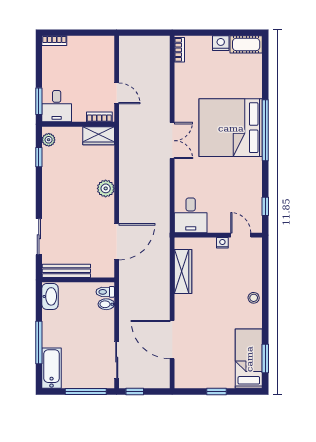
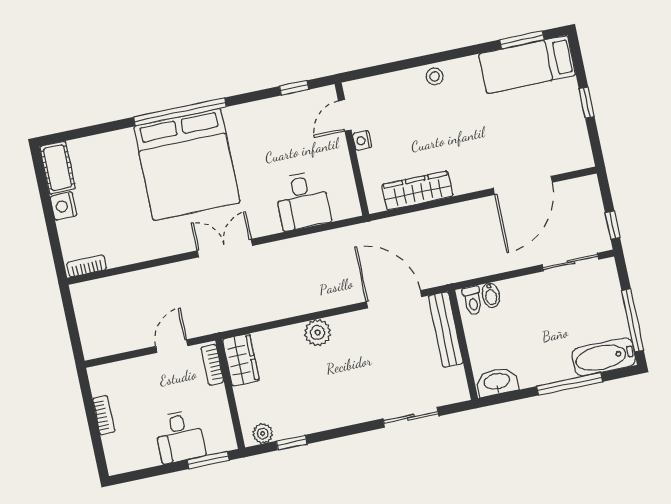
bookcase: (54, 41) -> (104, 415), moved
desk: (57, 106) -> (180, 437), moved, turned 90
desk: (191, 215) -> (303, 201), moved, turned 90
bench: (66, 271) -> (446, 330), moved
window: (86, 391) -> (633, 320), moved

